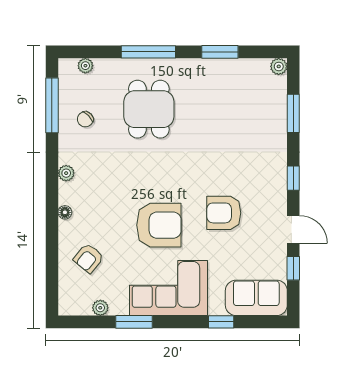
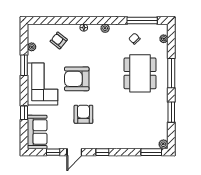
dining table: (149, 109) -> (140, 73), width x1.38
window: (293, 113) -> (151, 152), moved
armchair: (159, 225) -> (77, 79), turned 90

